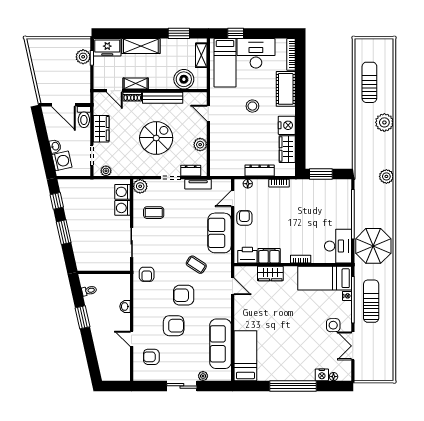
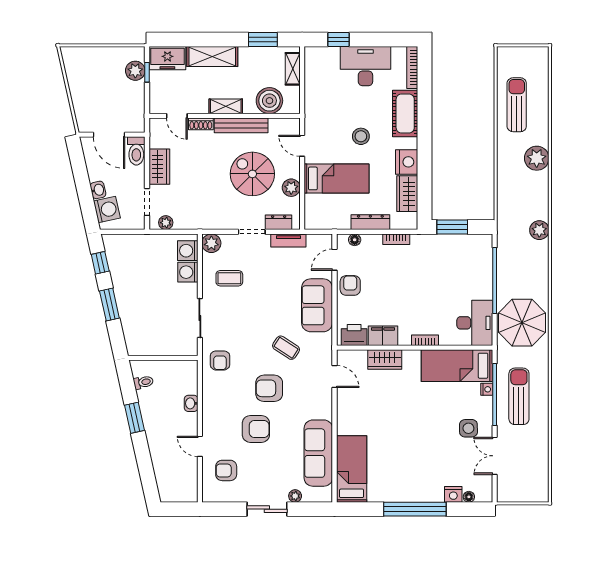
bed: (225, 63) -> (336, 178), moved, turned -90
shelving: (136, 84) -> (226, 106), moved
spiral stairs: (156, 138) -> (252, 174), moved, turned -90

